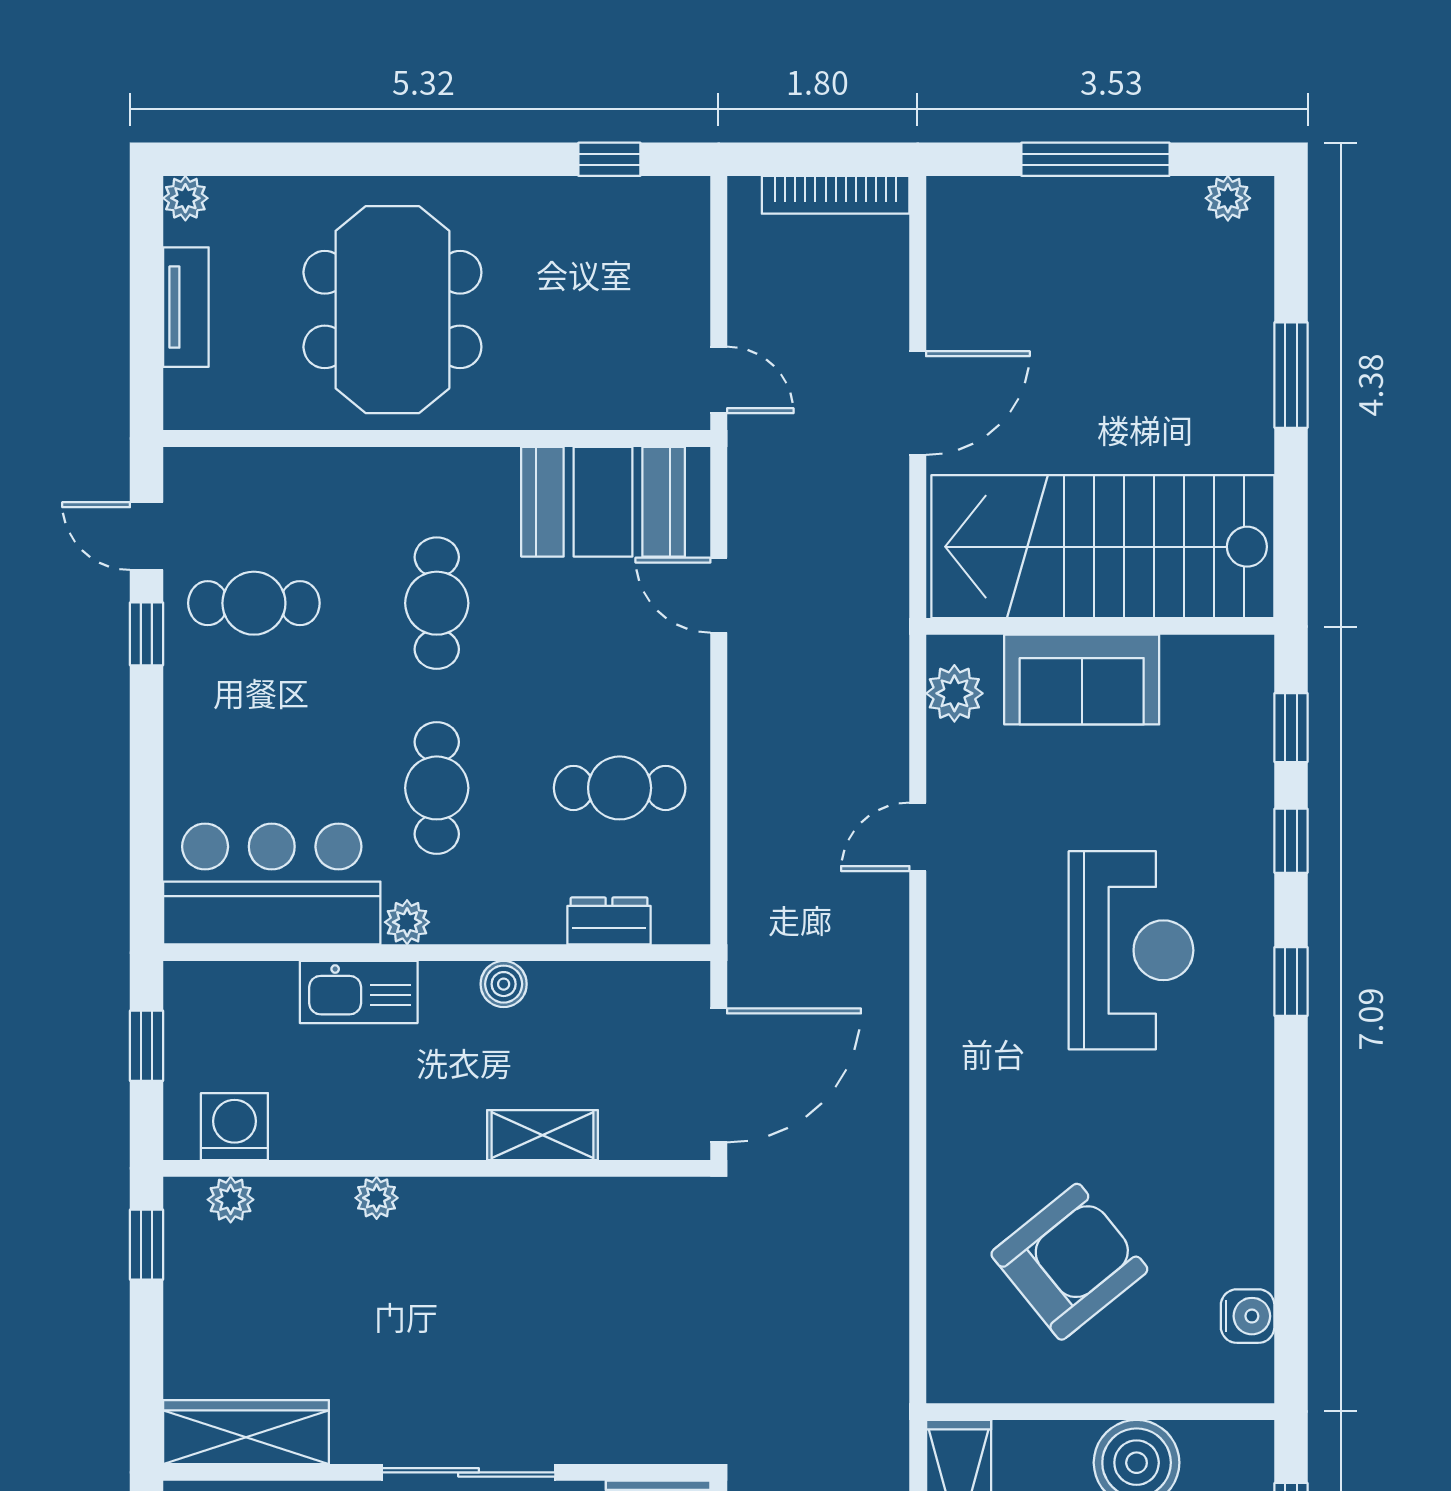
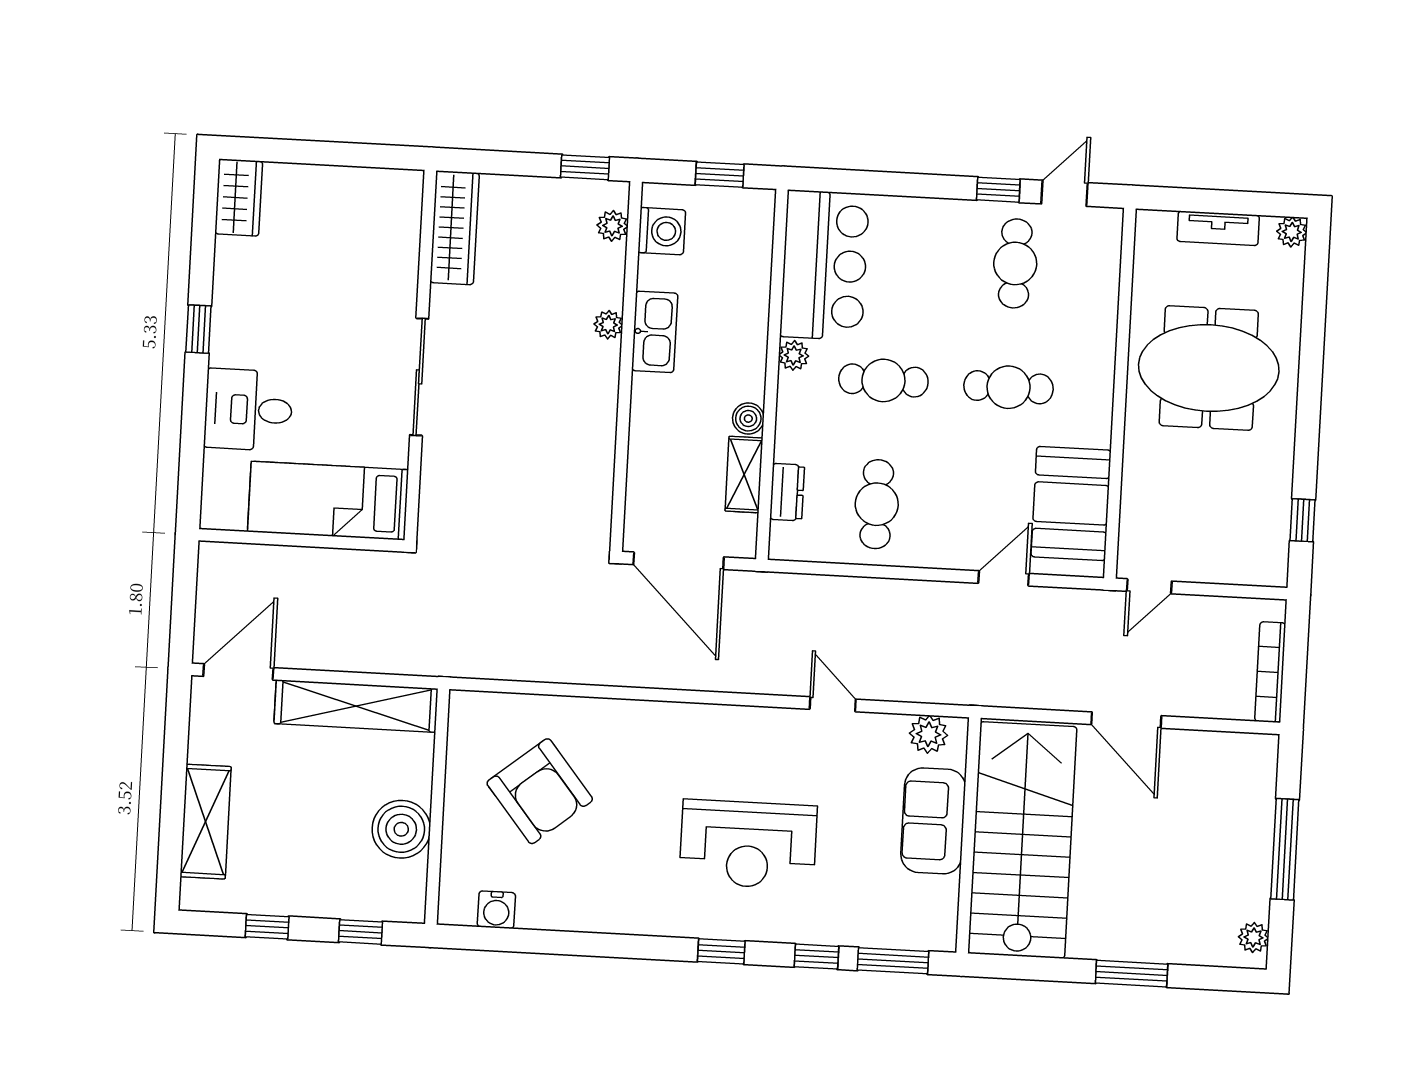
window: (1291, 728) -> (893, 961), width x1.50
kitchen sink: (359, 992) -> (655, 332), moved, turned 180
shelving: (542, 1135) -> (744, 475), moved

